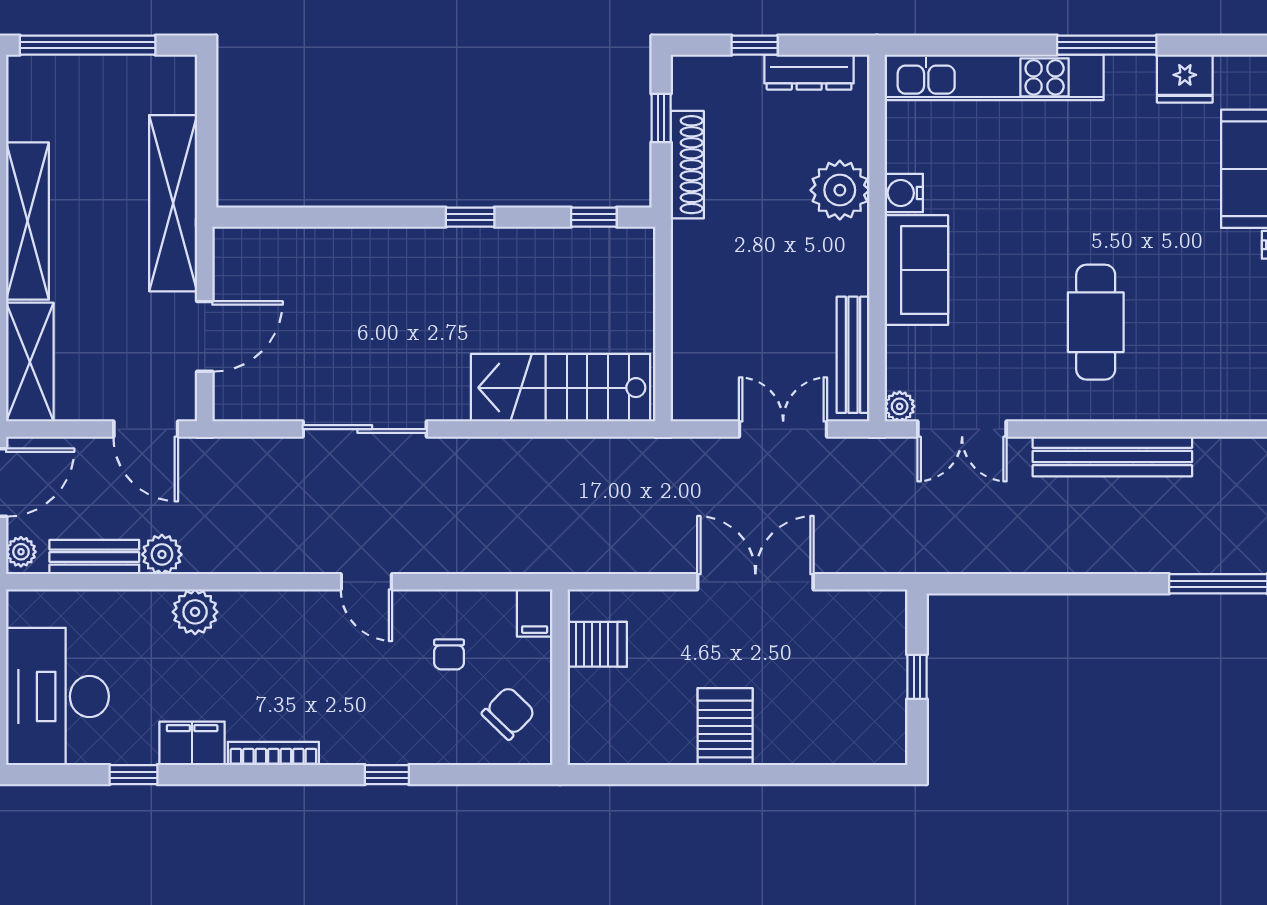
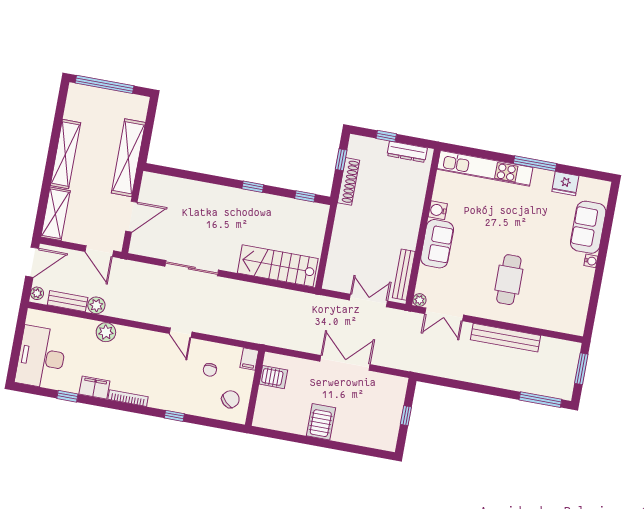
plant: (840, 190) -> (411, 204), removed

